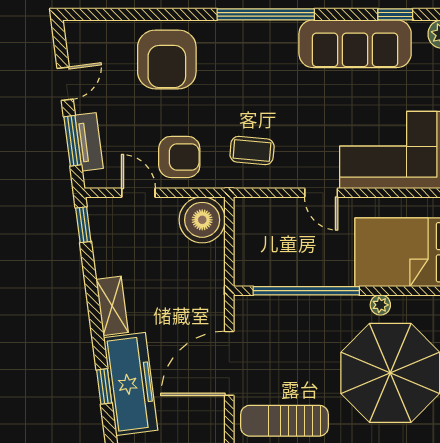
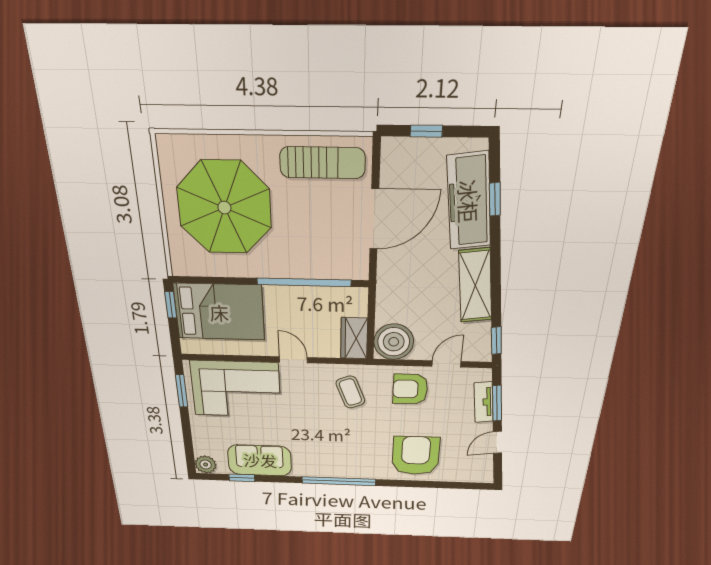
sofa: (355, 44) -> (260, 460), width x0.73
coffee table: (252, 151) -> (350, 392), turned 64
door: (138, 193) -> (446, 364), swing flipped
wardrobe: (249, 223) -> (354, 338), added
plant: (380, 305) -> (238, 269), removed
shelving: (112, 306) -> (475, 286), width x1.50, depth x1.33

